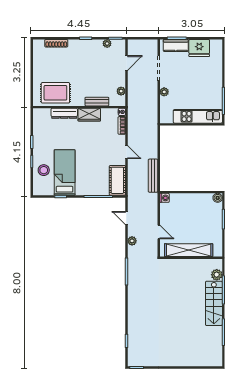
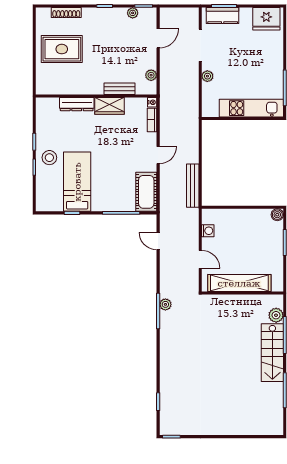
fridge: (199, 48) -> (266, 19), moved
rug: (55, 93) -> (62, 49), moved
door: (126, 152) -> (158, 155), hinge flipped
stool: (44, 170) -> (49, 158), moved
washing machine: (164, 198) -> (208, 231), moved
plant: (132, 241) -> (165, 304), moved

